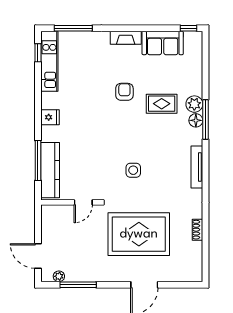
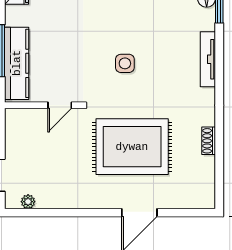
window: (78, 285) -> (53, 213), removed

